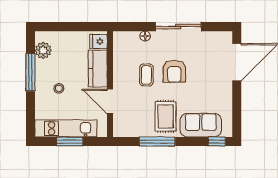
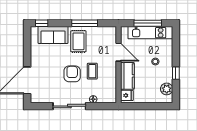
window: (30, 72) -> (176, 73), width x0.46
window: (70, 142) -> (148, 23), width x1.44

